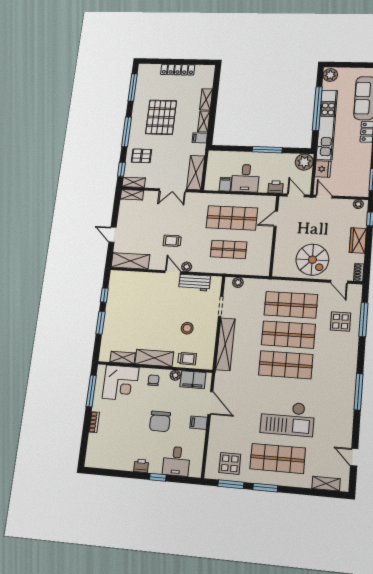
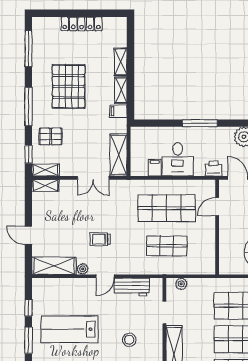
plant: (187, 267) -> (83, 269), moved
door: (173, 272) -> (105, 276), swing flipped
lab bench: (137, 316) -> (69, 329), added

